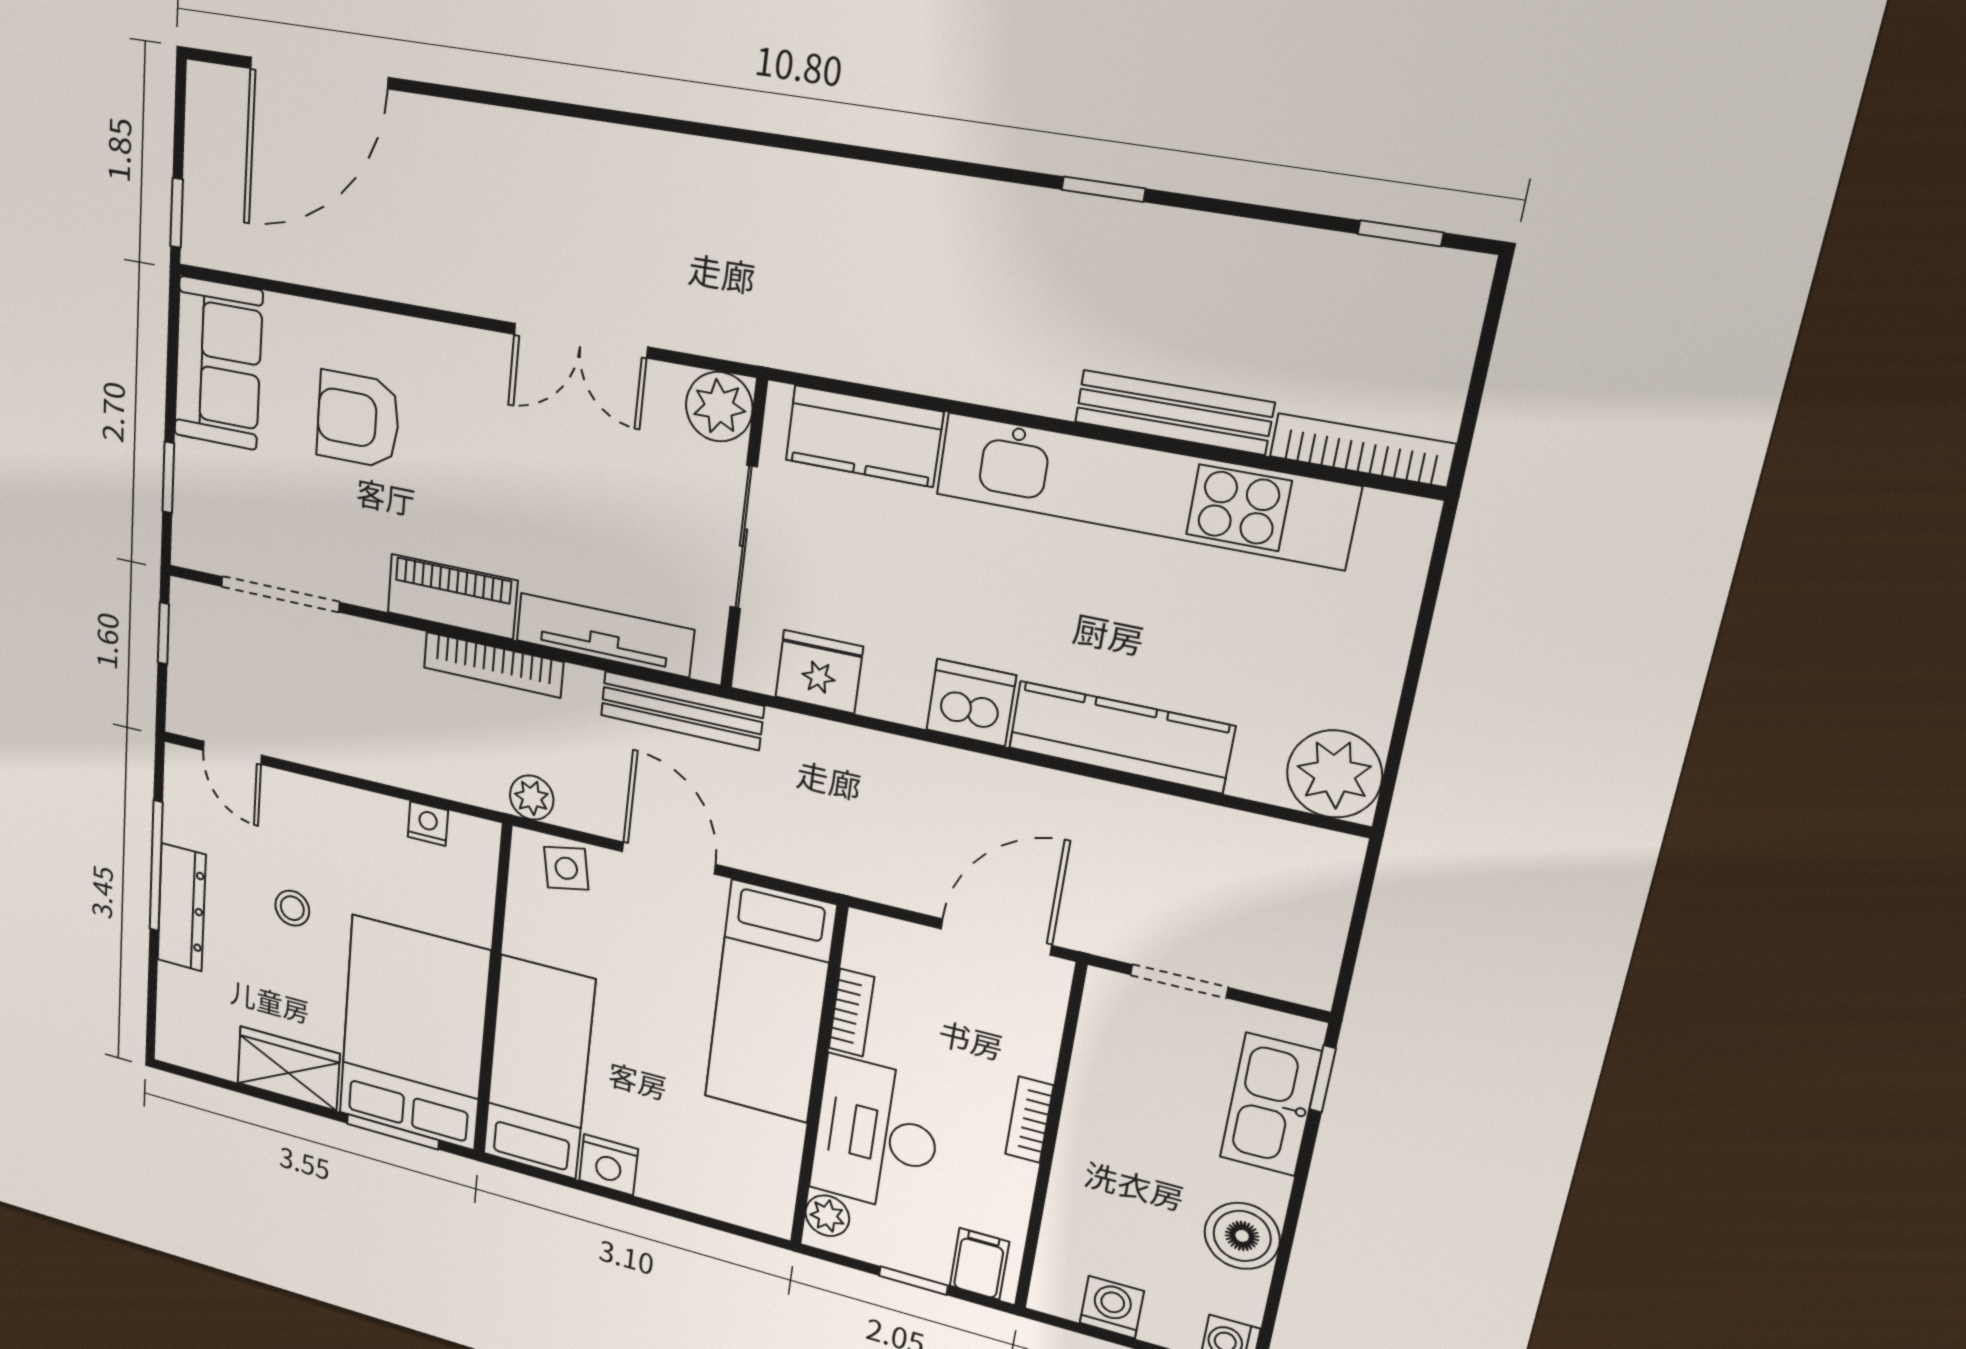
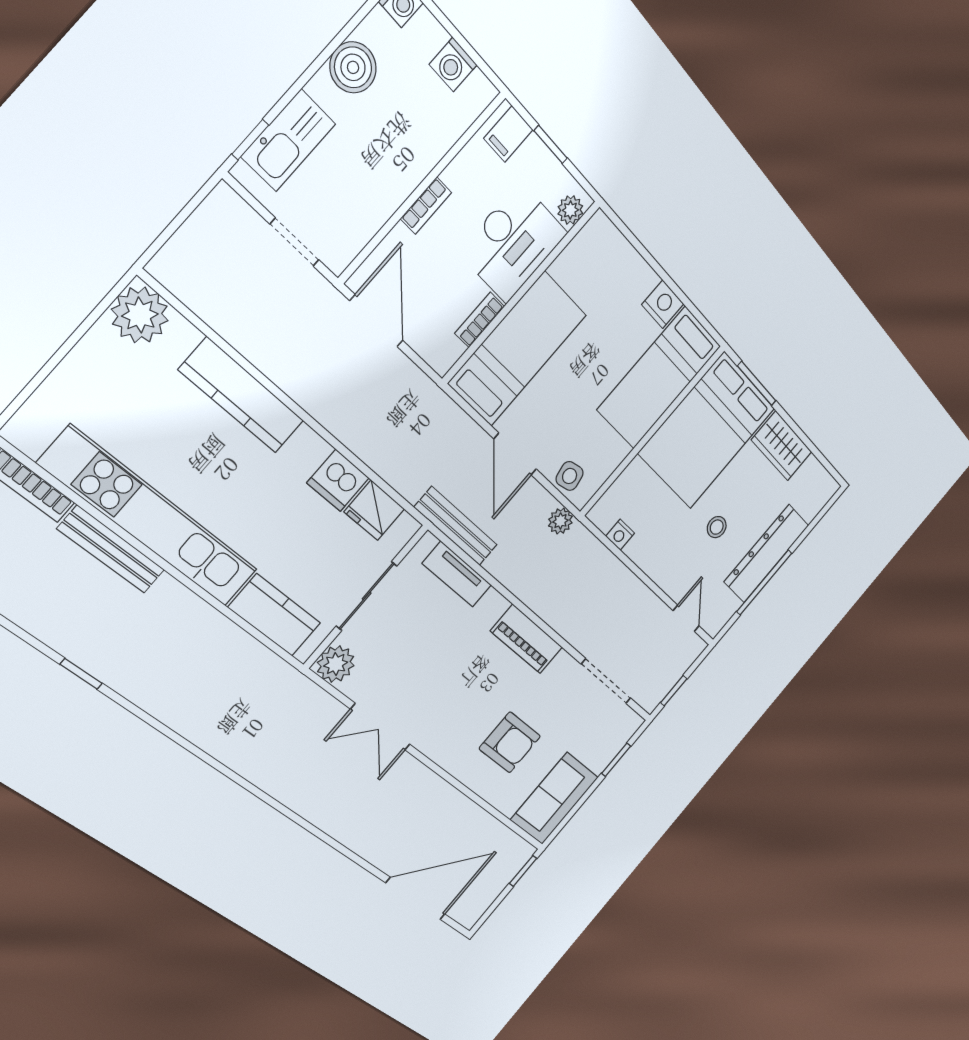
double door: (580, 341) -> (380, 727), swing flipped
tv unit: (605, 635) -> (457, 574), width x0.71
bookcase: (493, 665) -> (531, 596), removed
dishwasher: (971, 703) -> (338, 480), moved
dresser: (182, 908) -> (767, 554), width x1.37, depth x1.24
door: (996, 937) -> (376, 321), swing flipped

